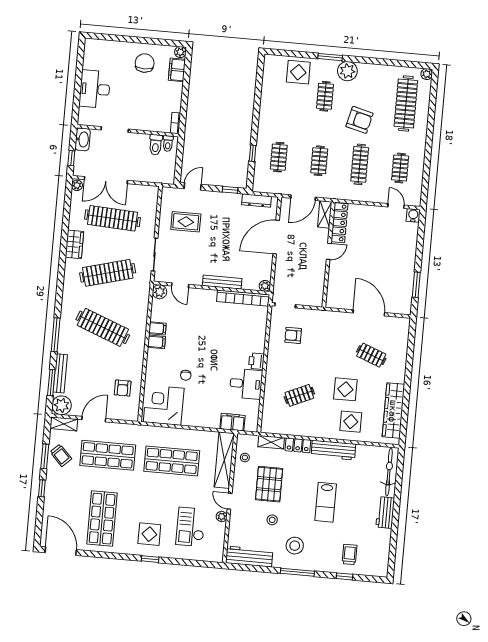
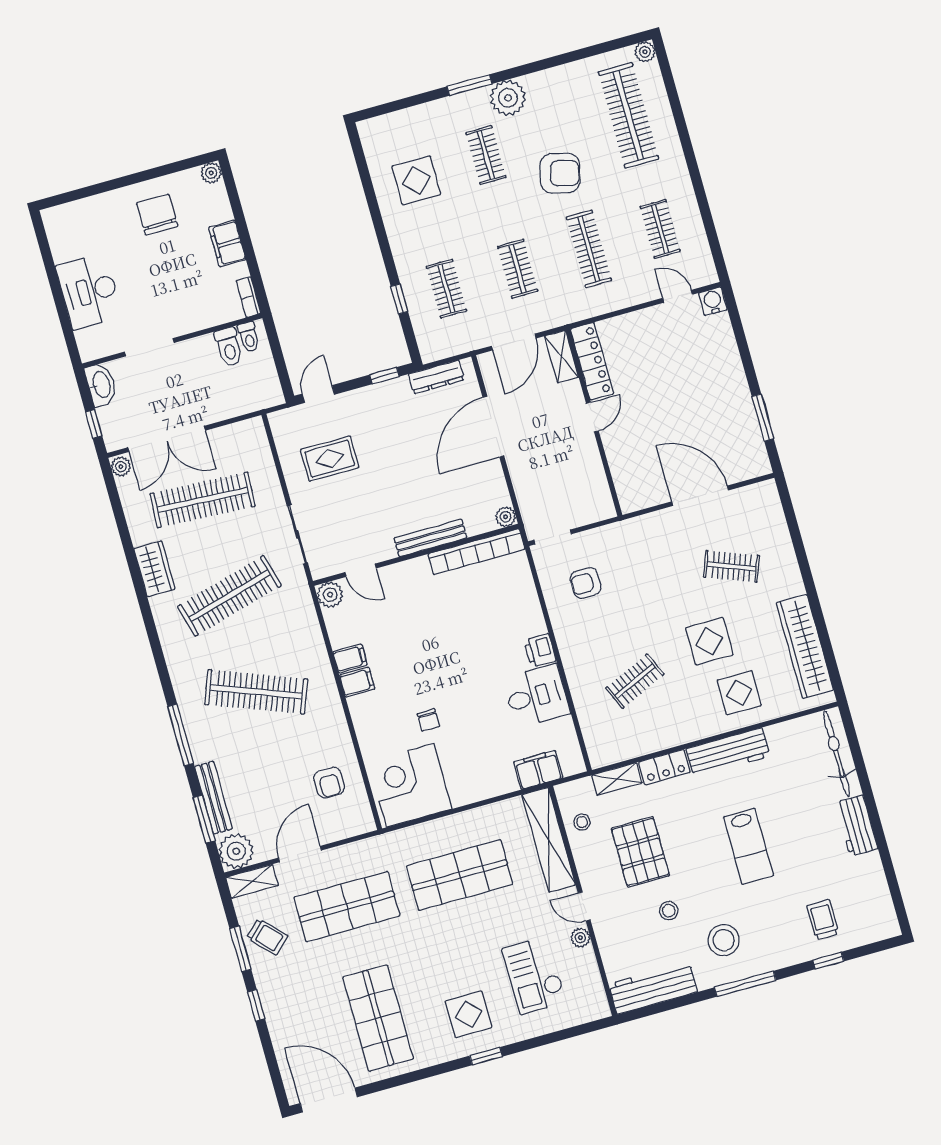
filing cabinet: (177, 70) -> (227, 243), moved
display table: (298, 72) -> (416, 180), moved

